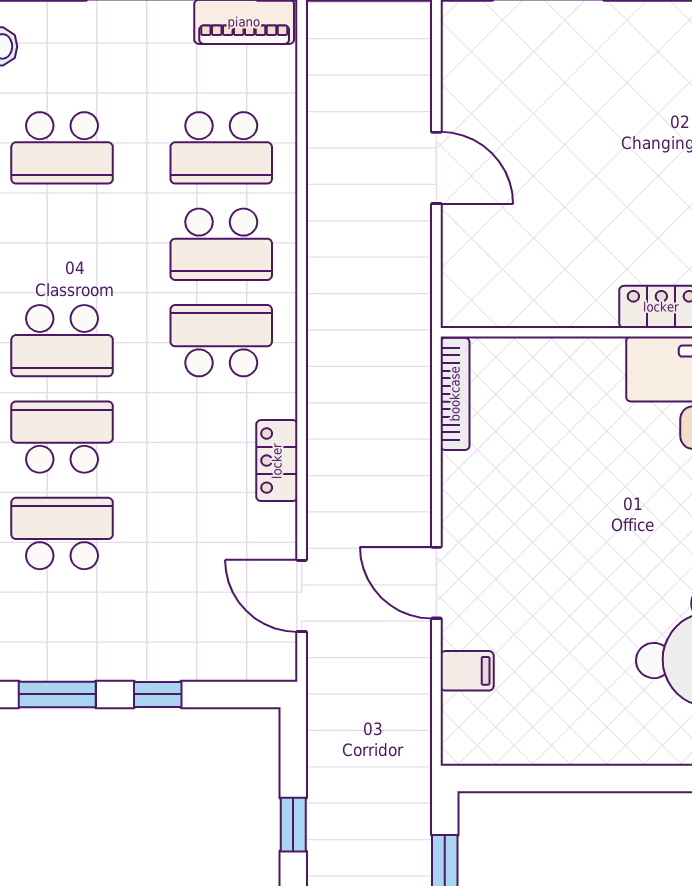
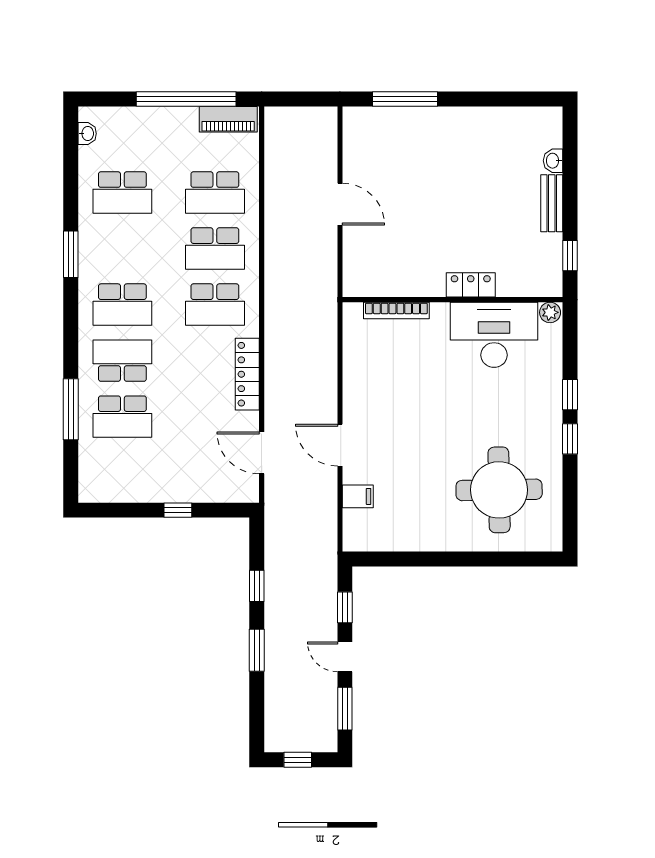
school desk: (221, 341) -> (215, 305), turned 180
bookcase: (455, 394) -> (396, 310), moved, turned 90
locker: (277, 461) -> (247, 374), width x1.53
school desk: (62, 533) -> (122, 417), turned 180
window: (57, 694) -> (120, 510), removed

